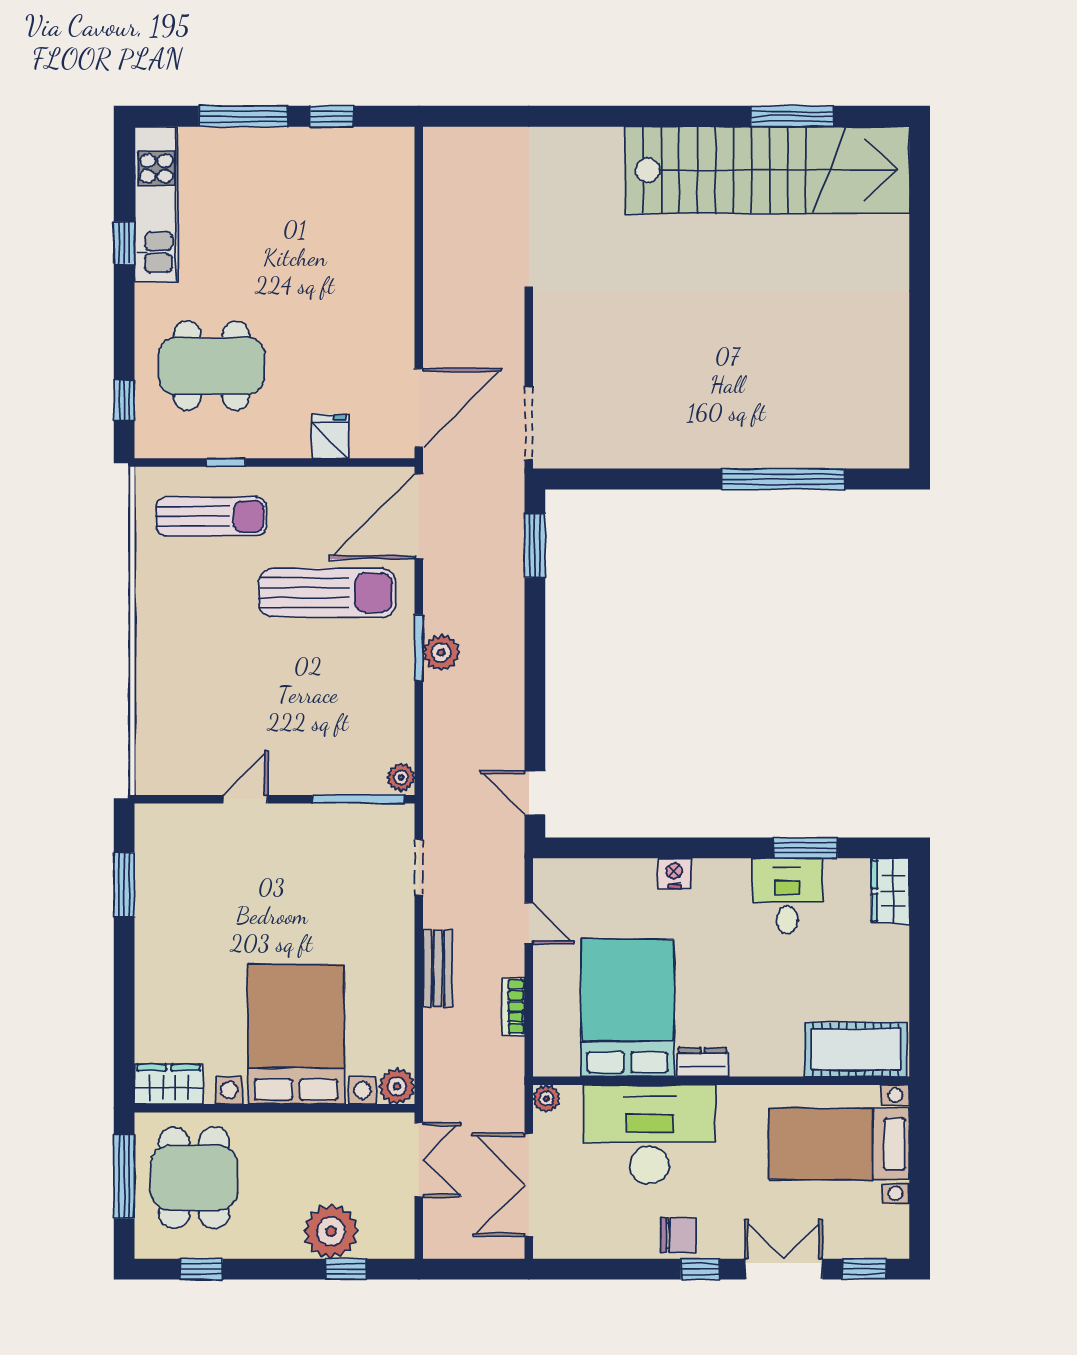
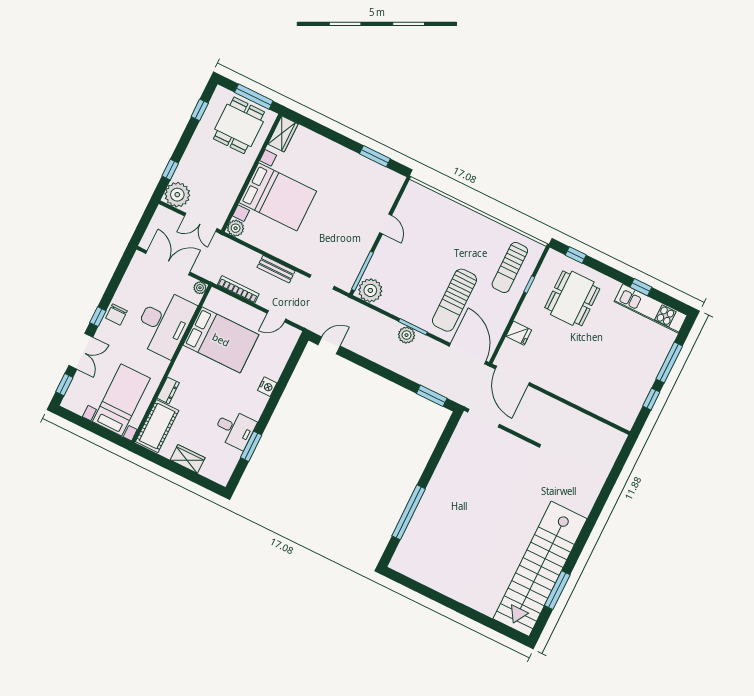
plant: (401, 777) -> (370, 290), width x1.87, depth x1.87
wardrobe: (890, 891) -> (188, 459), moved
bookcase: (513, 1007) -> (238, 289), width x1.56
dresser: (703, 1062) -> (168, 390), moved
dining table: (194, 1178) -> (239, 125), turned 90
plant: (331, 1231) -> (177, 195), moved

